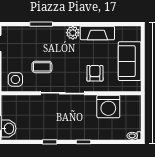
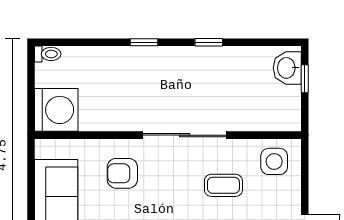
armchair: (95, 73) -> (122, 173), turned 90
washing machine: (108, 106) -> (56, 110), moved, turned 90

